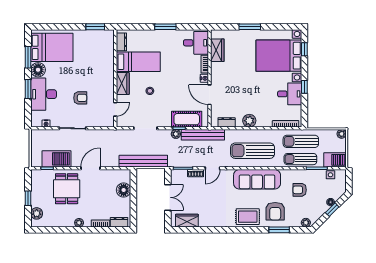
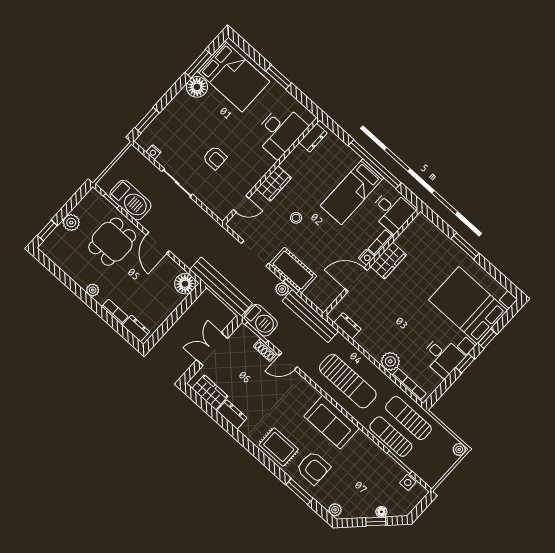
window: (95, 27) -> (279, 77), moved
window: (165, 27) -> (375, 164), width x2.11
window: (304, 49) -> (487, 339), moved
wardrobe: (217, 50) -> (388, 261), moved
bed: (138, 62) -> (352, 192), moved, turned 90
window: (28, 89) -> (147, 120), moved
desk: (44, 94) -> (280, 131), moved, turned 180
door: (209, 95) -> (356, 280), hinge flipped
cot: (187, 119) -> (293, 270), moved
plant: (249, 121) -> (390, 361), moved
sun lounger: (253, 151) -> (348, 381), turned 180
barbecue: (335, 160) -> (261, 320), moved
door: (90, 168) -> (158, 243), swing flipped
sofa: (257, 179) -> (332, 422), width x0.73
floor lamp: (124, 190) -> (185, 284), moved
armchair: (300, 190) -> (360, 469), removed
double door: (168, 197) -> (212, 349), swing flipped
window: (28, 198) -> (47, 231), moved
armchair: (275, 211) -> (313, 468), turned -90
plant: (37, 213) -> (71, 223), moved
dresser: (208, 222) -> (232, 414), added

